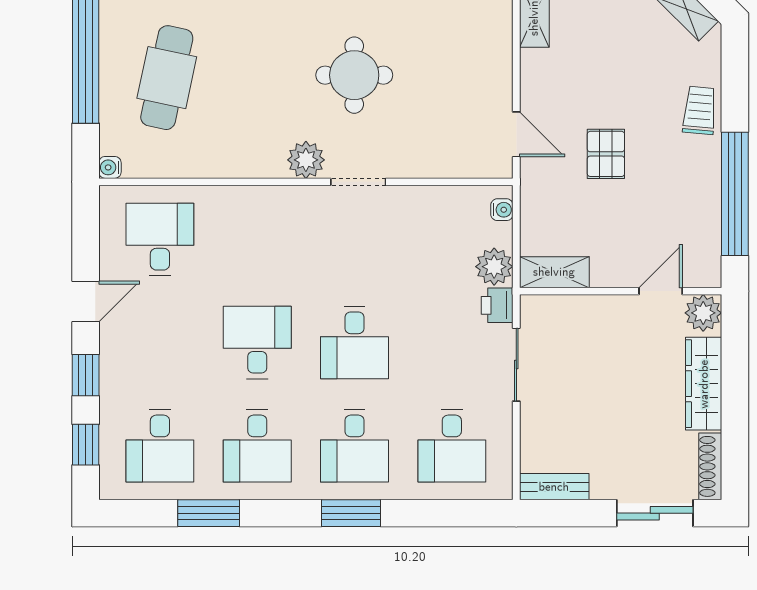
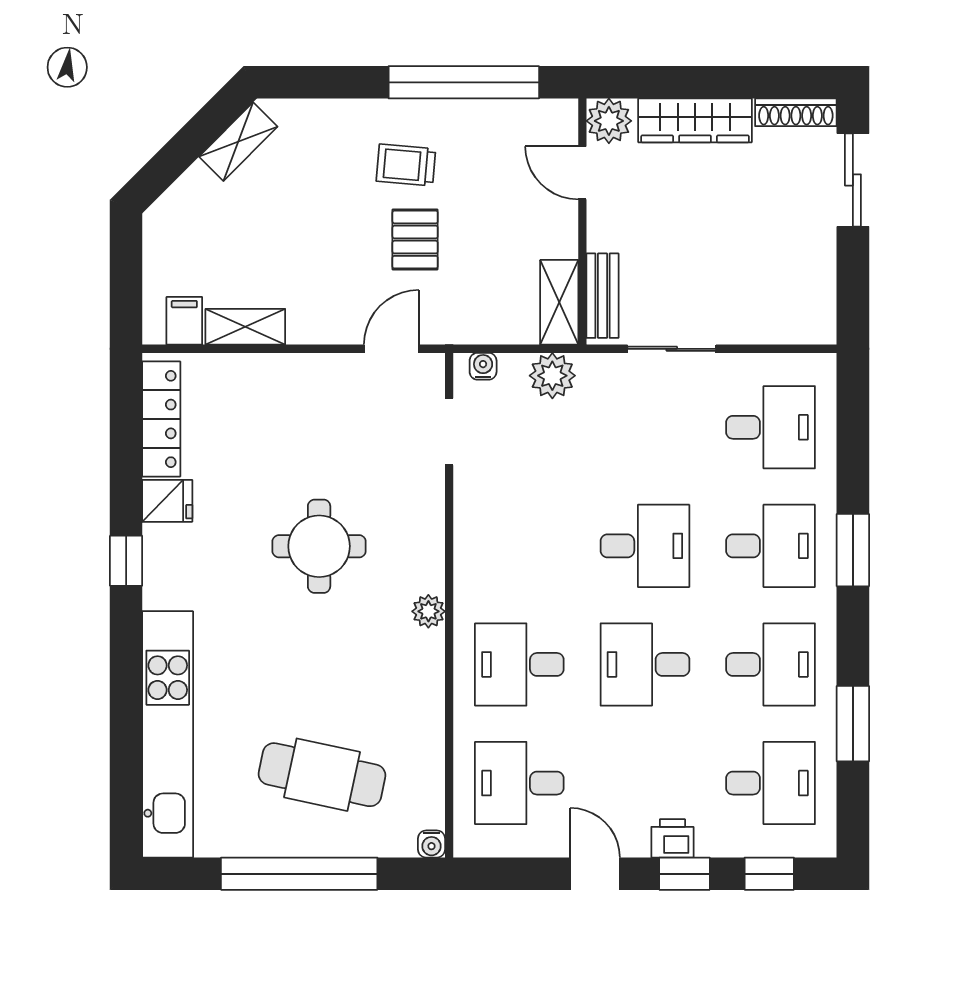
trolley: (700, 110) -> (406, 165), moved
pallet: (606, 154) -> (415, 240), turned 90
plant: (306, 160) -> (428, 611), width x0.73, depth x0.73
doorway: (358, 182) -> (449, 432), moved
desk: (257, 239) -> (519, 664), added
printer: (497, 305) -> (672, 838), moved, turned 180
bench: (554, 487) -> (602, 296), moved

